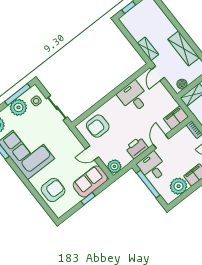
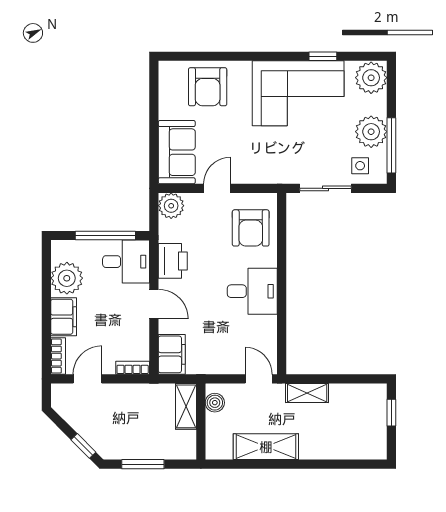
desk: (134, 97) -> (252, 291), moved
armchair: (98, 126) -> (251, 228), turned 180
window: (88, 199) -> (154, 129), removed

